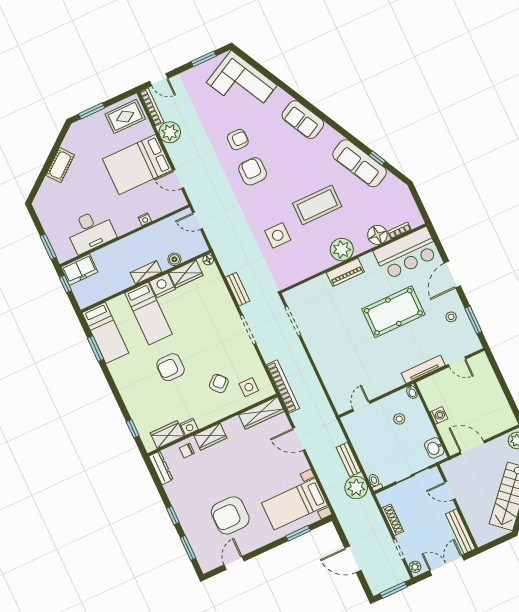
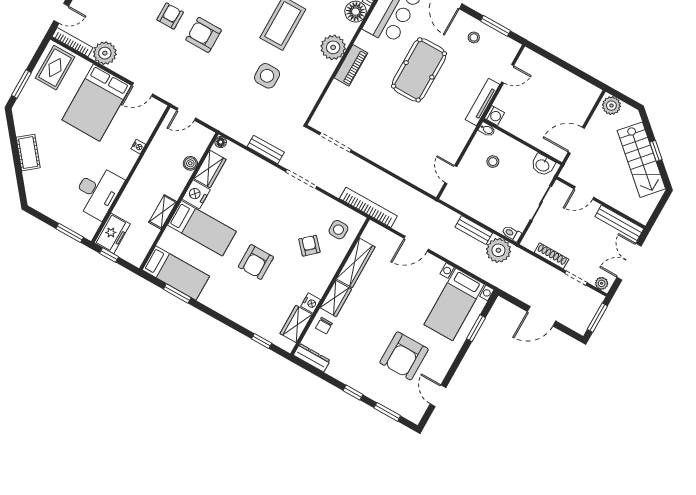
shelving: (146, 272) -> (163, 212), moved
wardrobe: (261, 413) -> (356, 263), moved
washing machine: (439, 415) -> (495, 116), moved, turned 90

